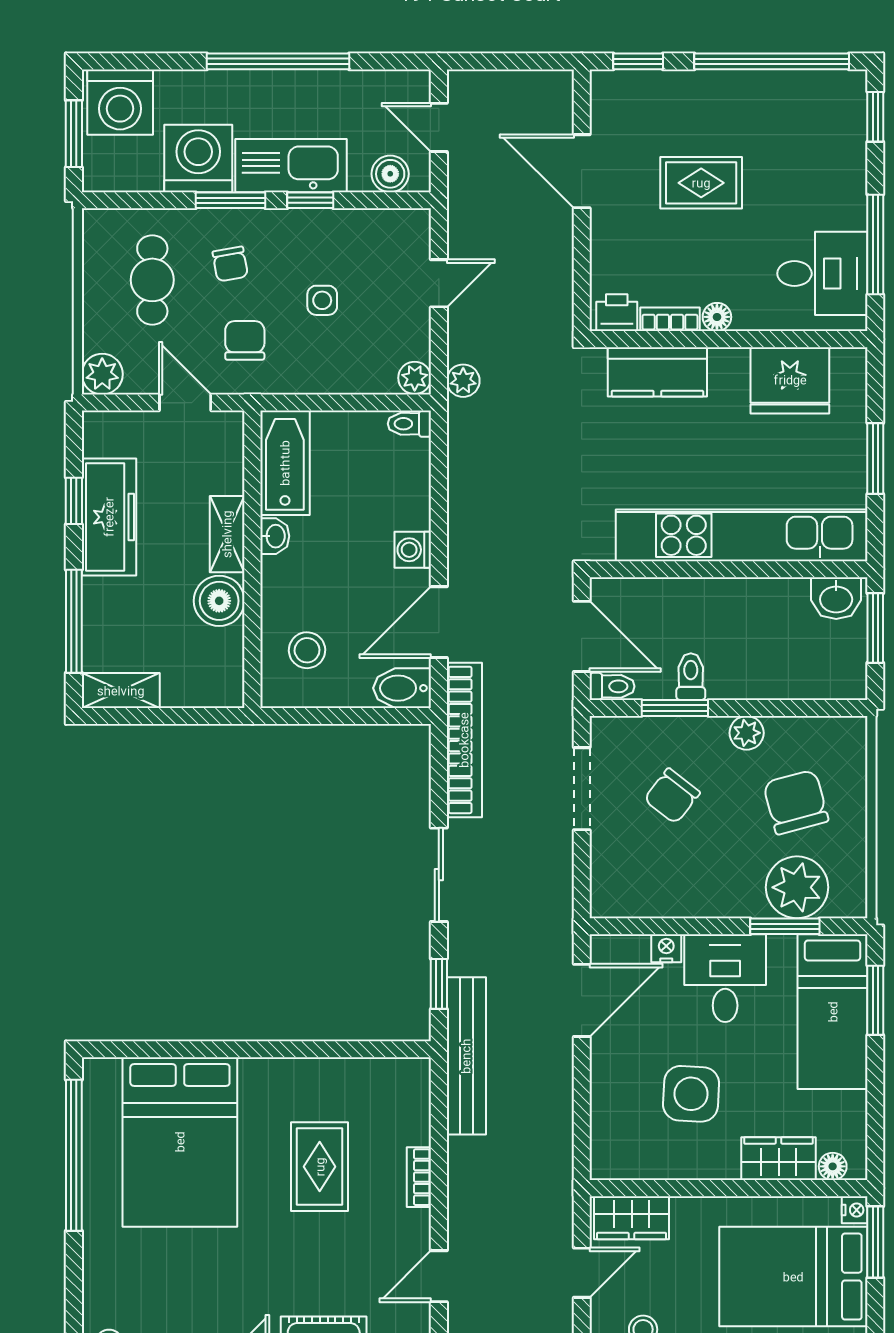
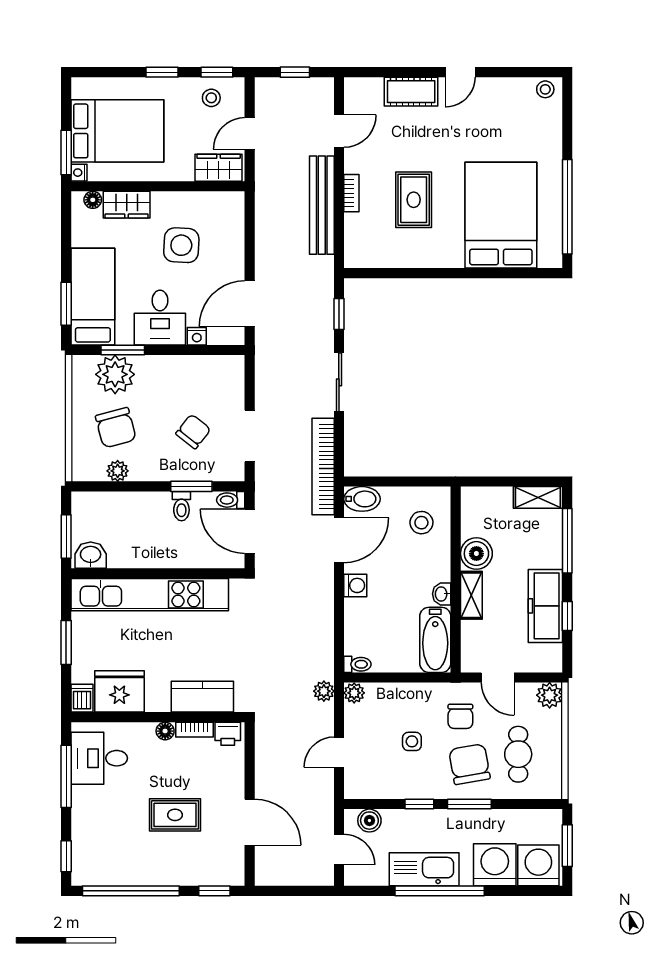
washing machine: (198, 158) -> (495, 865), moved, turned 180
kitchen sink: (291, 166) -> (424, 869), moved, turned 180
chair: (230, 264) -> (470, 764), width x1.87, depth x1.87
dishwasher: (850, 370) -> (82, 698), added
plant: (747, 733) -> (118, 471), moved
bench: (466, 1056) -> (322, 205), moved

